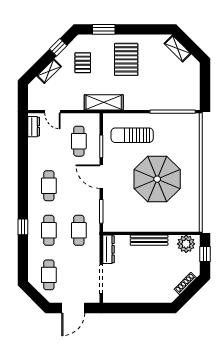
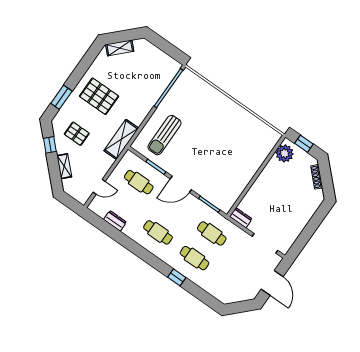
dresser: (34, 127) -> (115, 221), moved
parasol: (157, 179) -> (215, 140), removed
bench: (149, 240) -> (260, 182), removed
dresser: (108, 249) -> (241, 218), width x0.70
cafe table: (49, 275) -> (231, 284), removed

